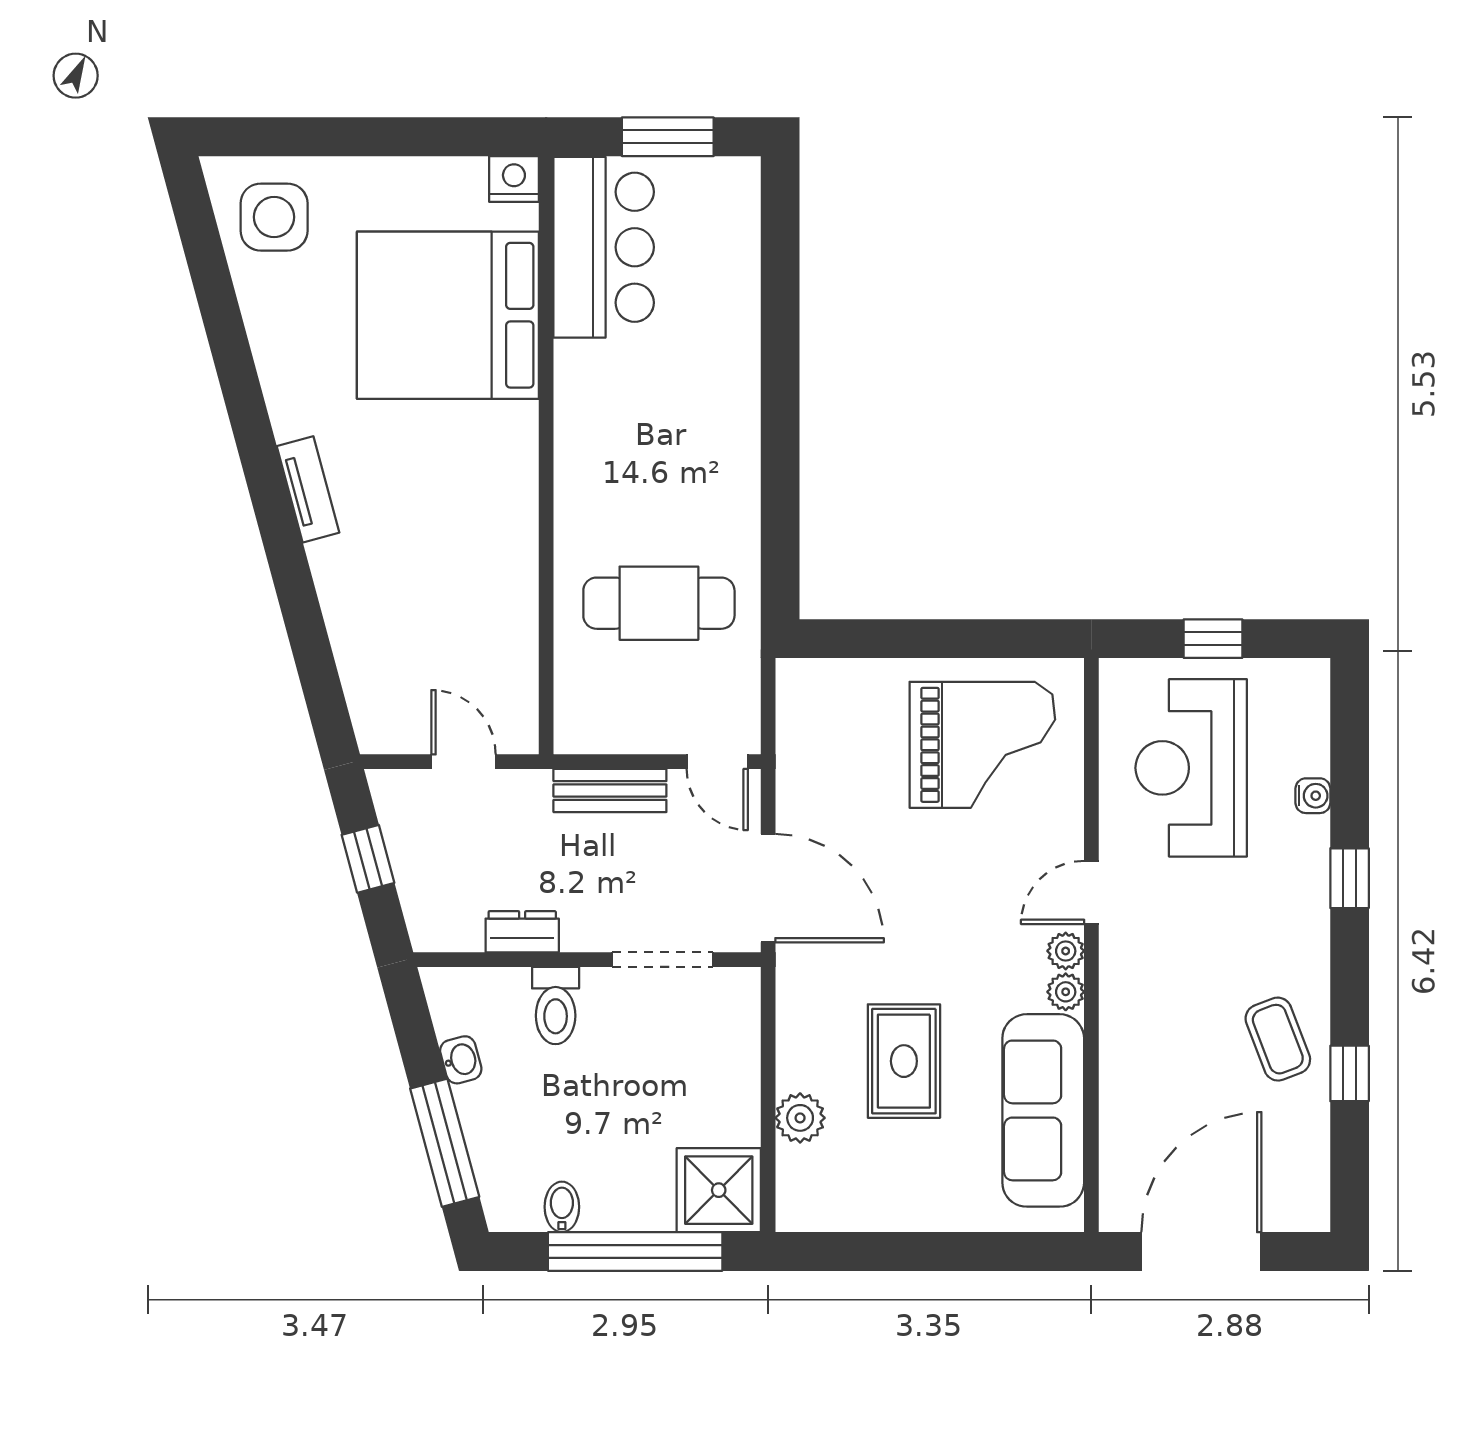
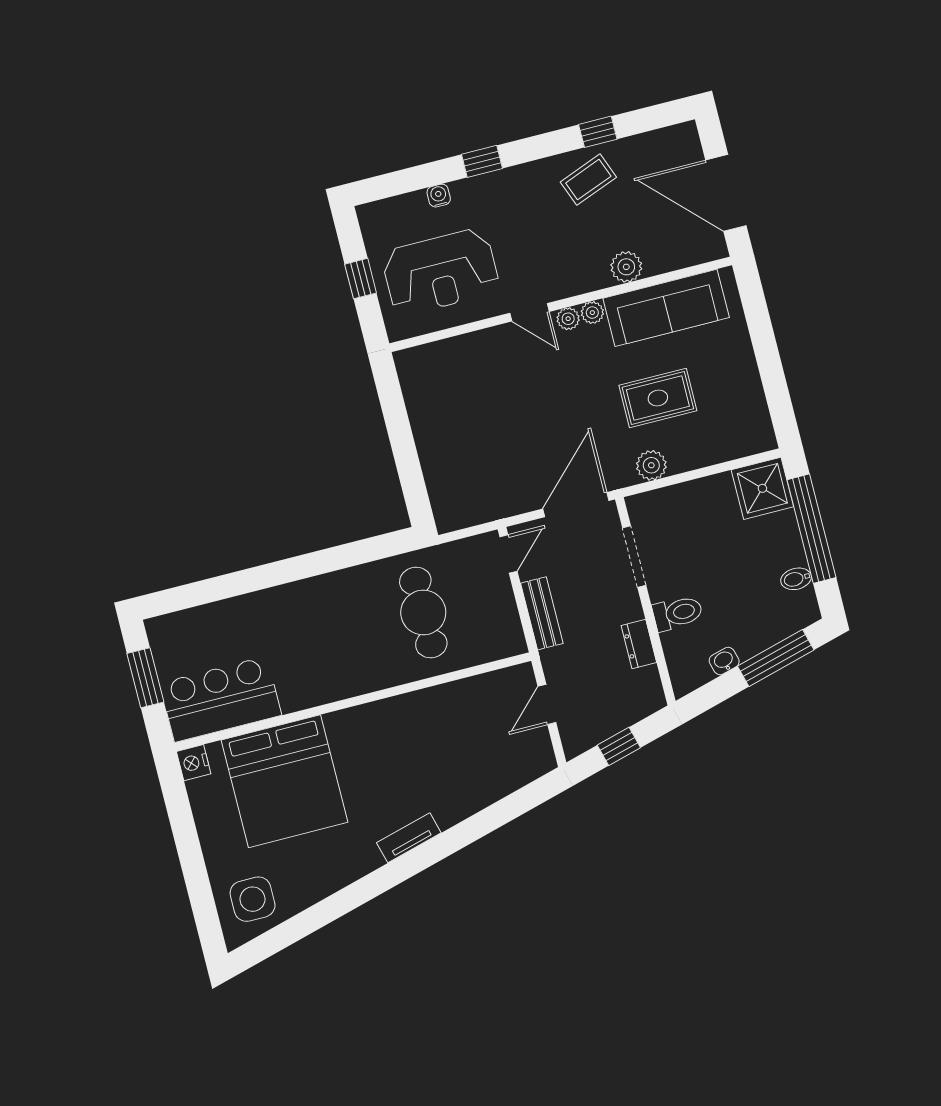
grand piano: (982, 745) -> (458, 399), removed
plant: (1124, 1064) -> (626, 267), added
plant: (800, 1118) -> (651, 465), moved

